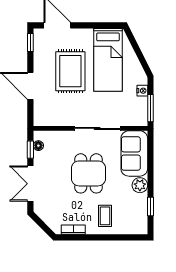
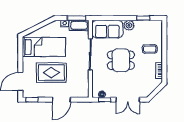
cot: (140, 112) -> (79, 25), added

